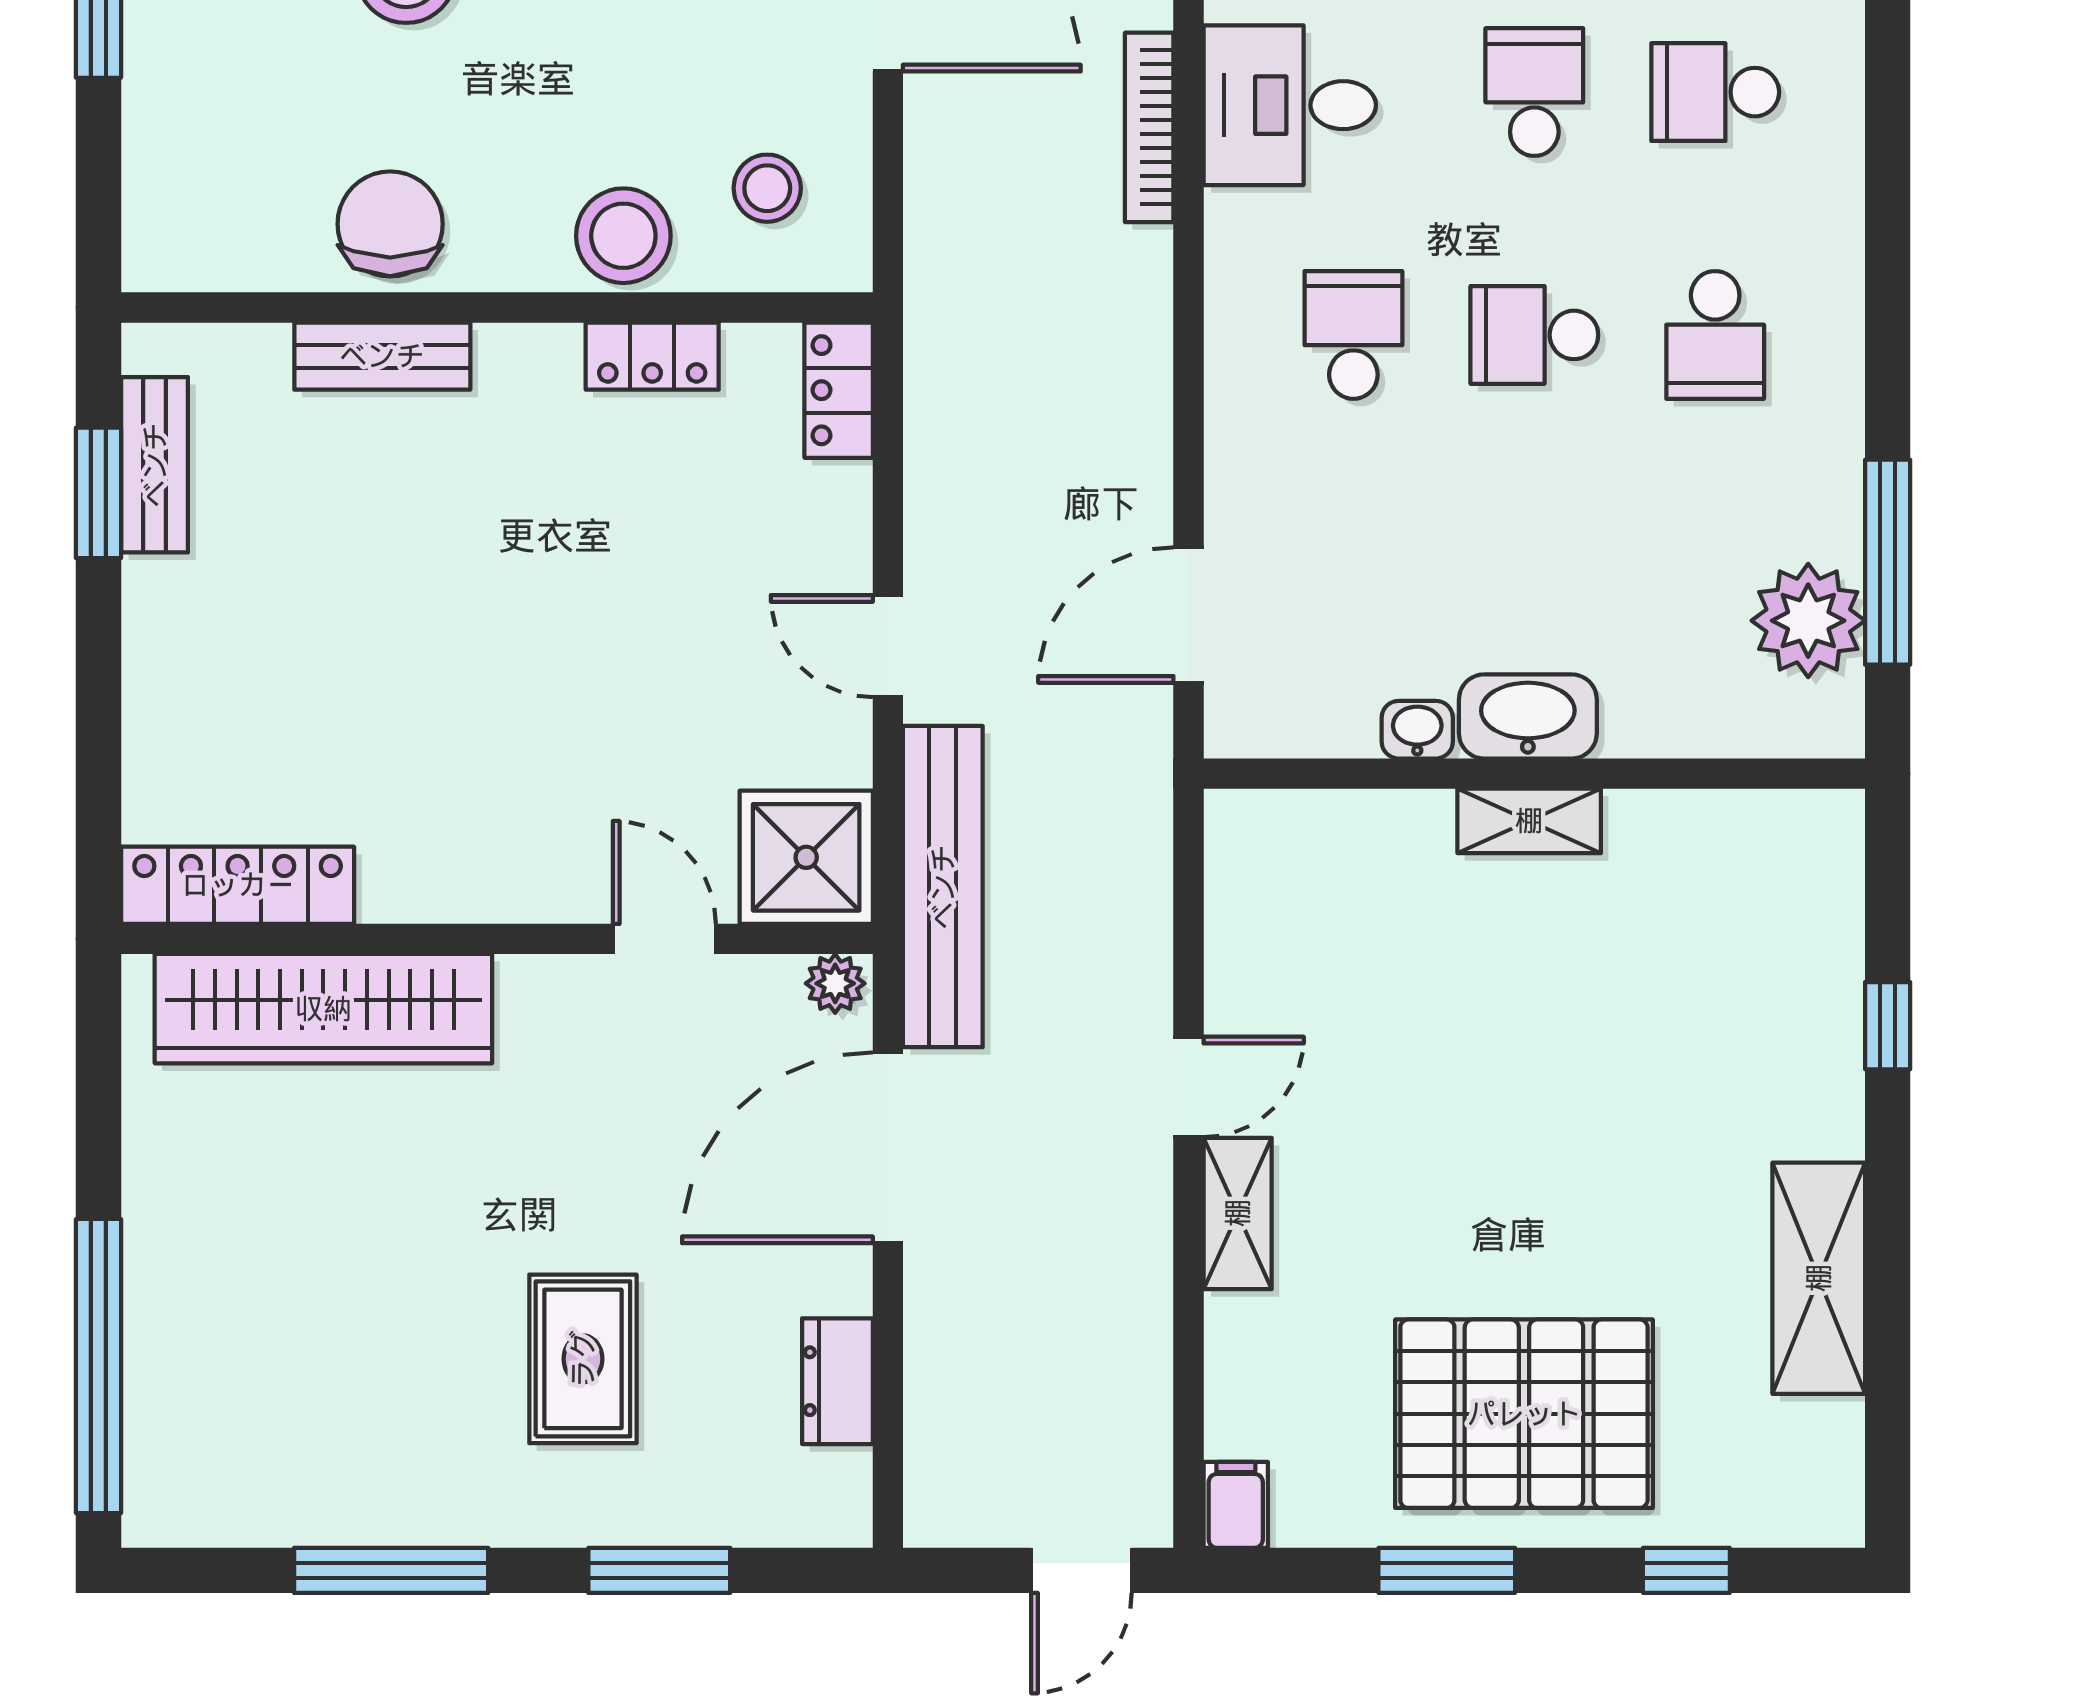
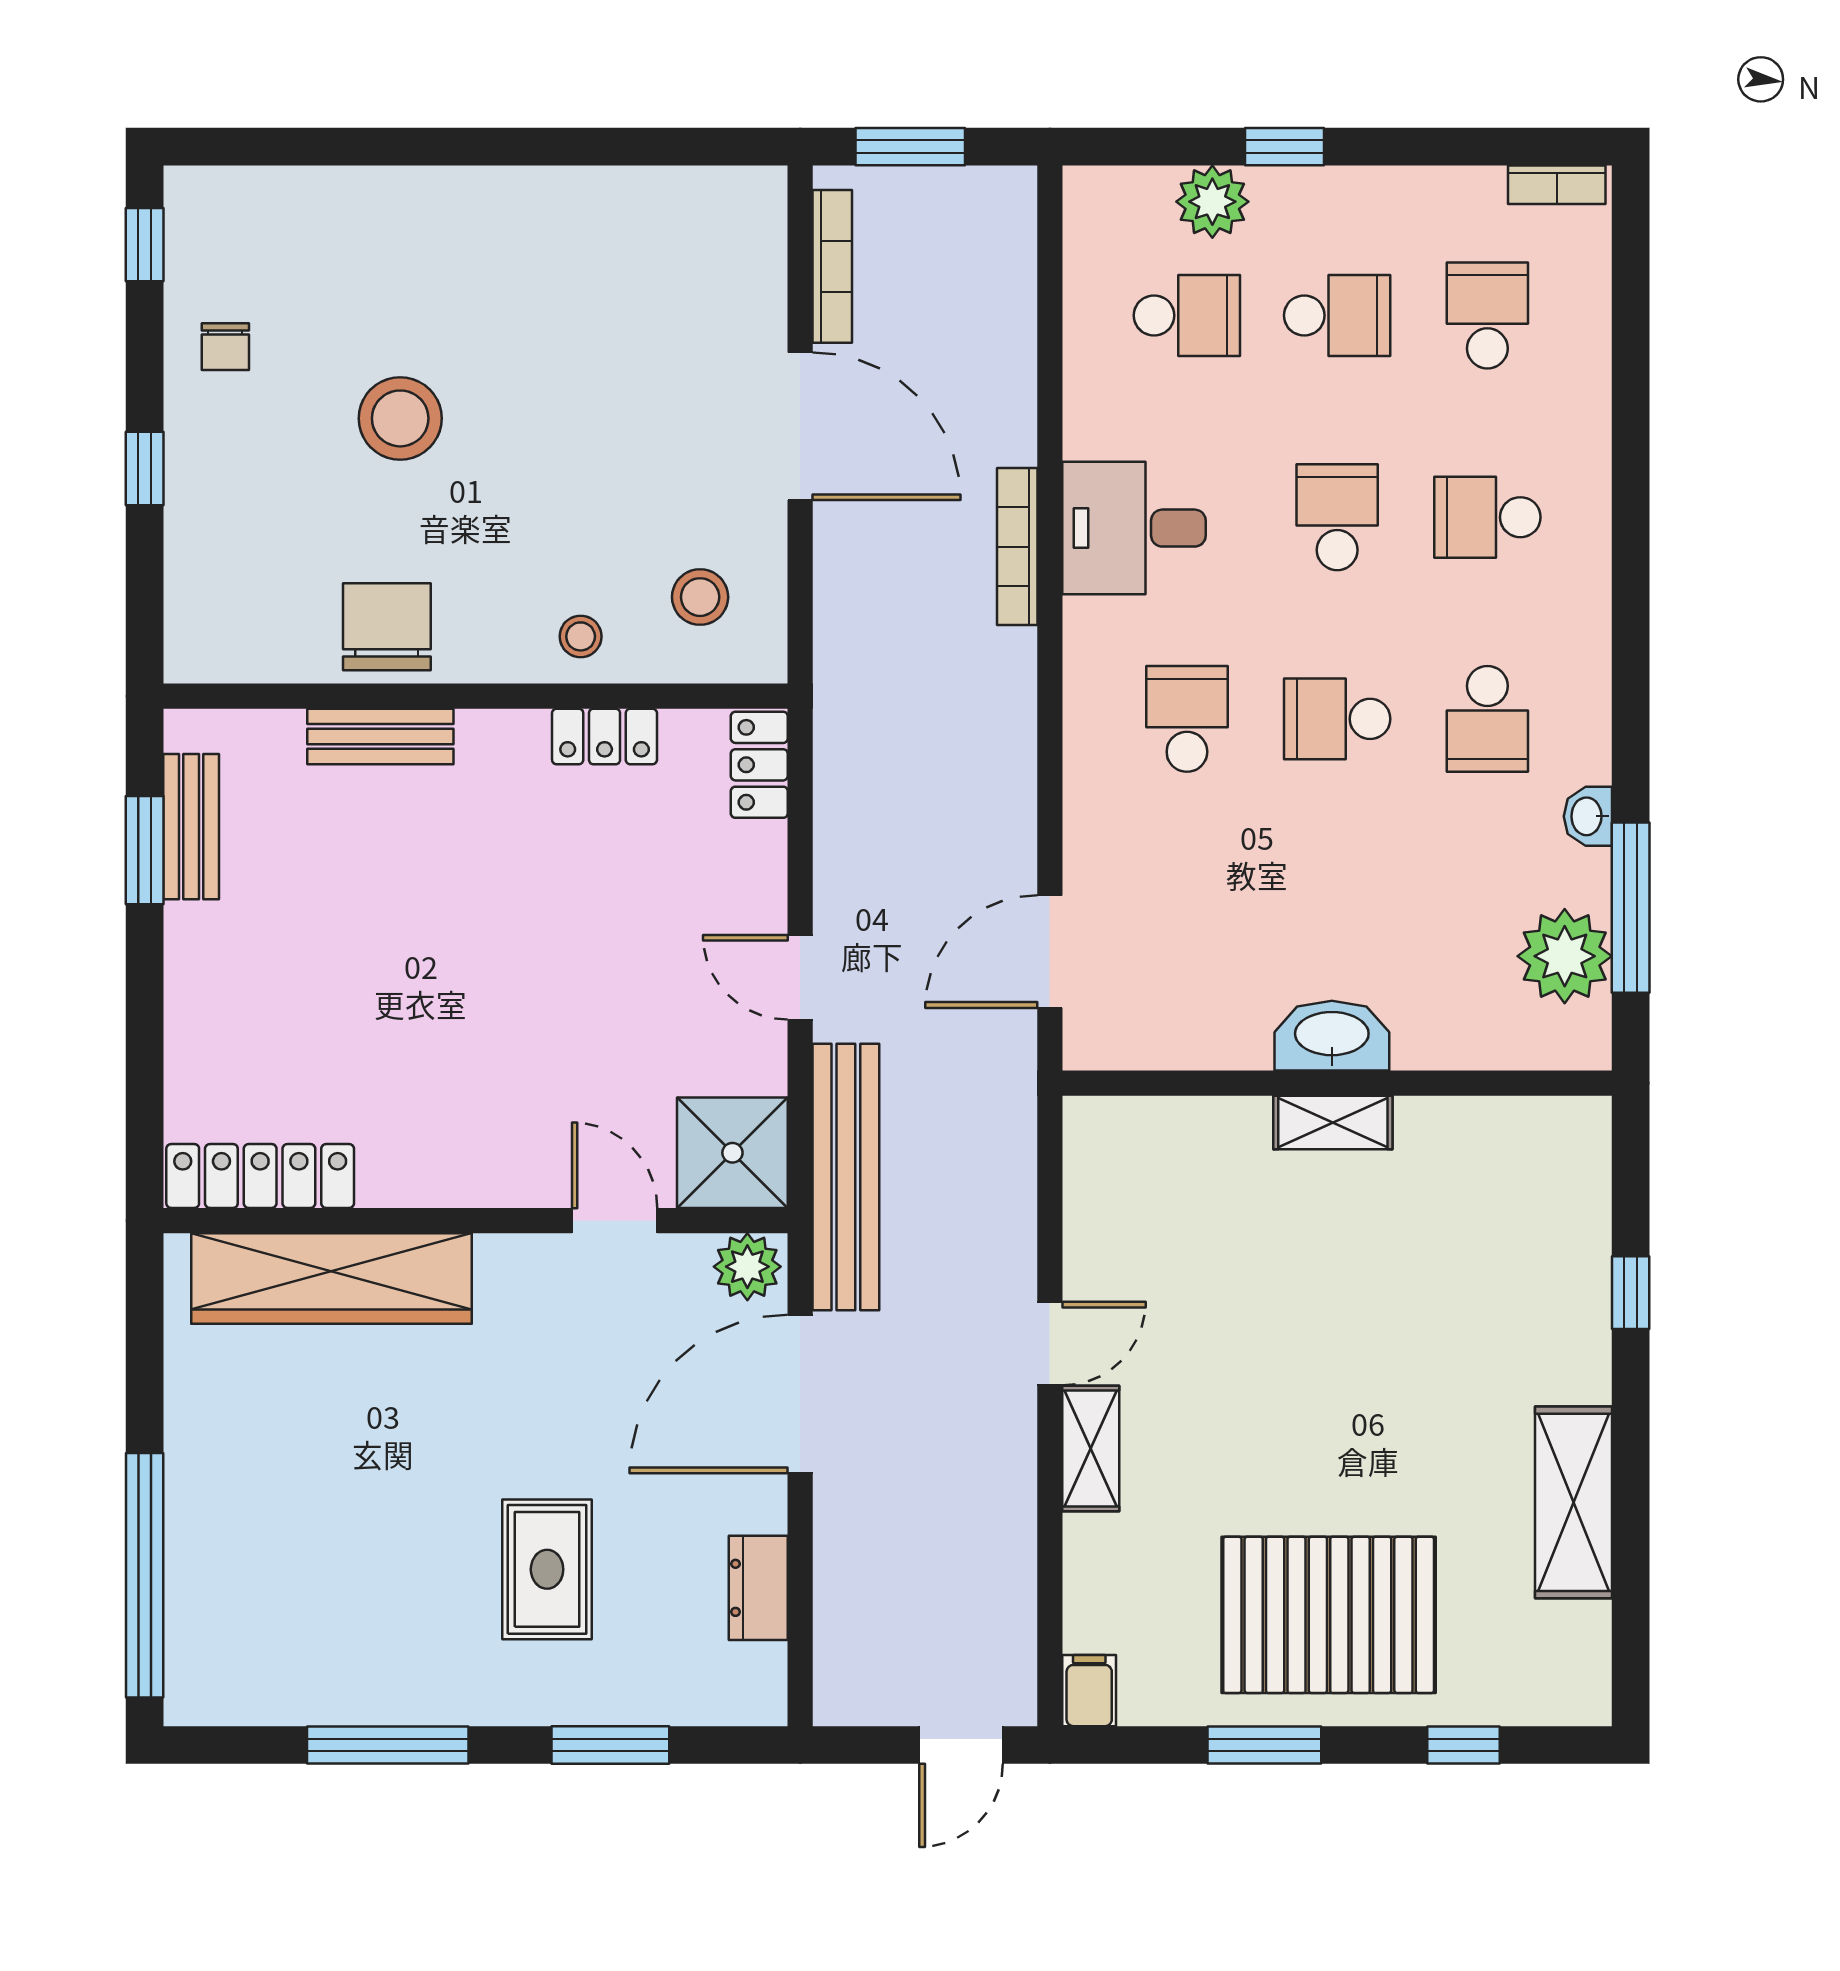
stool: (623, 236) -> (581, 636), width x0.53, depth x0.53
washbasin: (1417, 730) -> (1588, 816), moved, turned -90
plant: (835, 983) -> (747, 1267), width x1.38, depth x1.38

